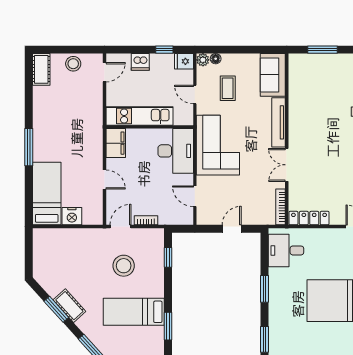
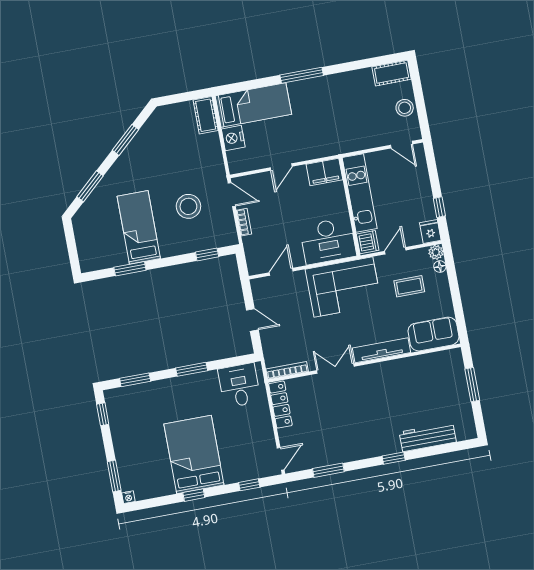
dishwasher: (140, 62) -> (368, 242), moved, turned 180
cot: (69, 306) -> (206, 115), moved, turned -48

